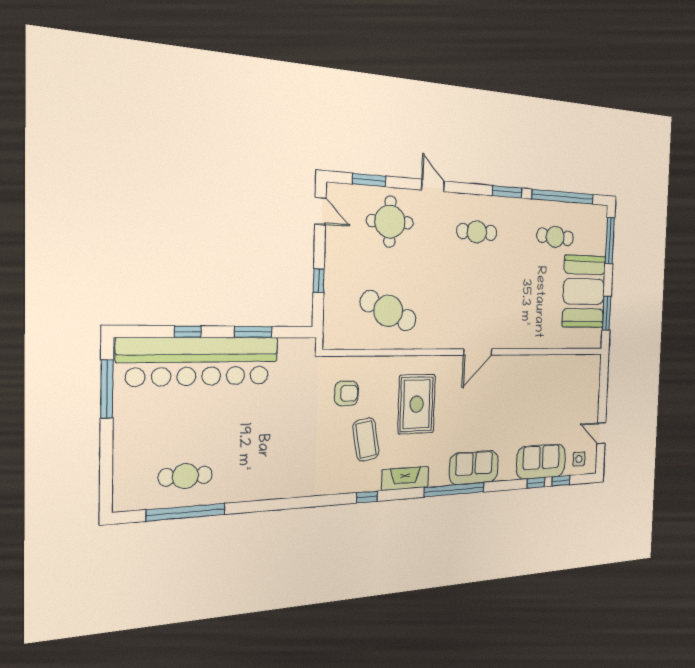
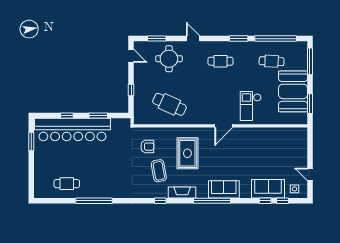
checkout: (521, 316) -> (251, 106), added
window: (107, 389) -> (31, 142), width x0.69
window: (186, 512) -> (94, 201), moved

